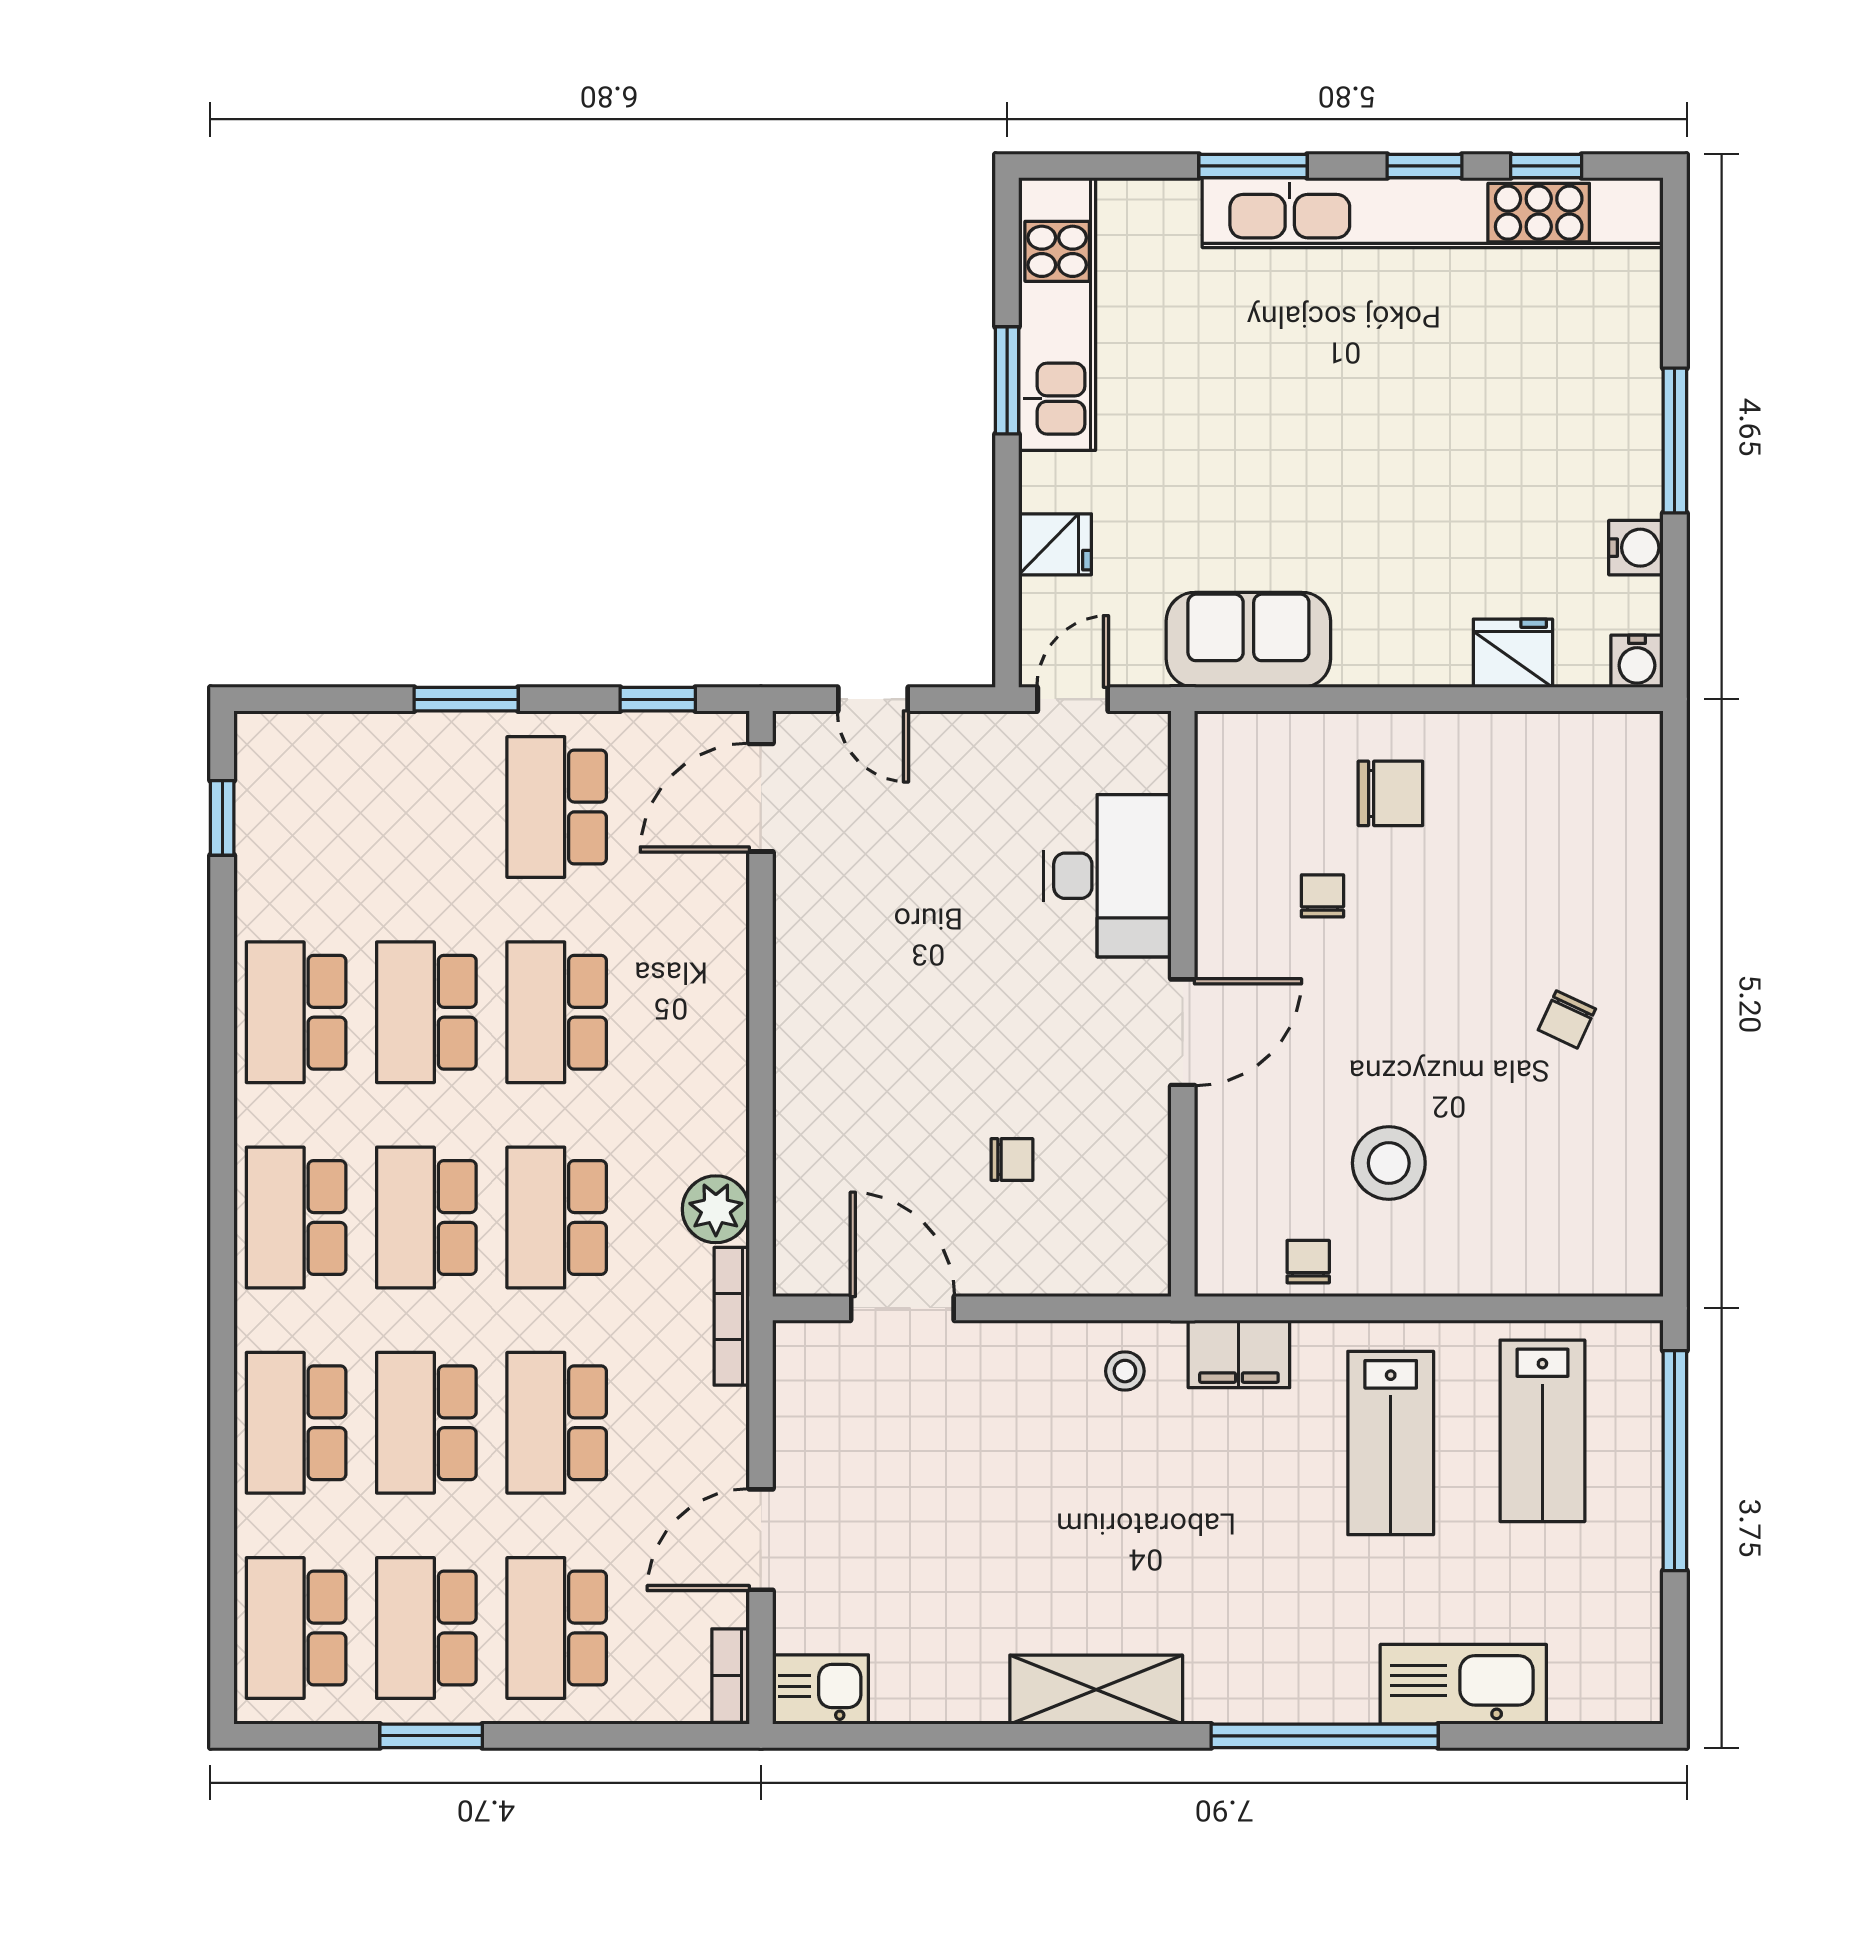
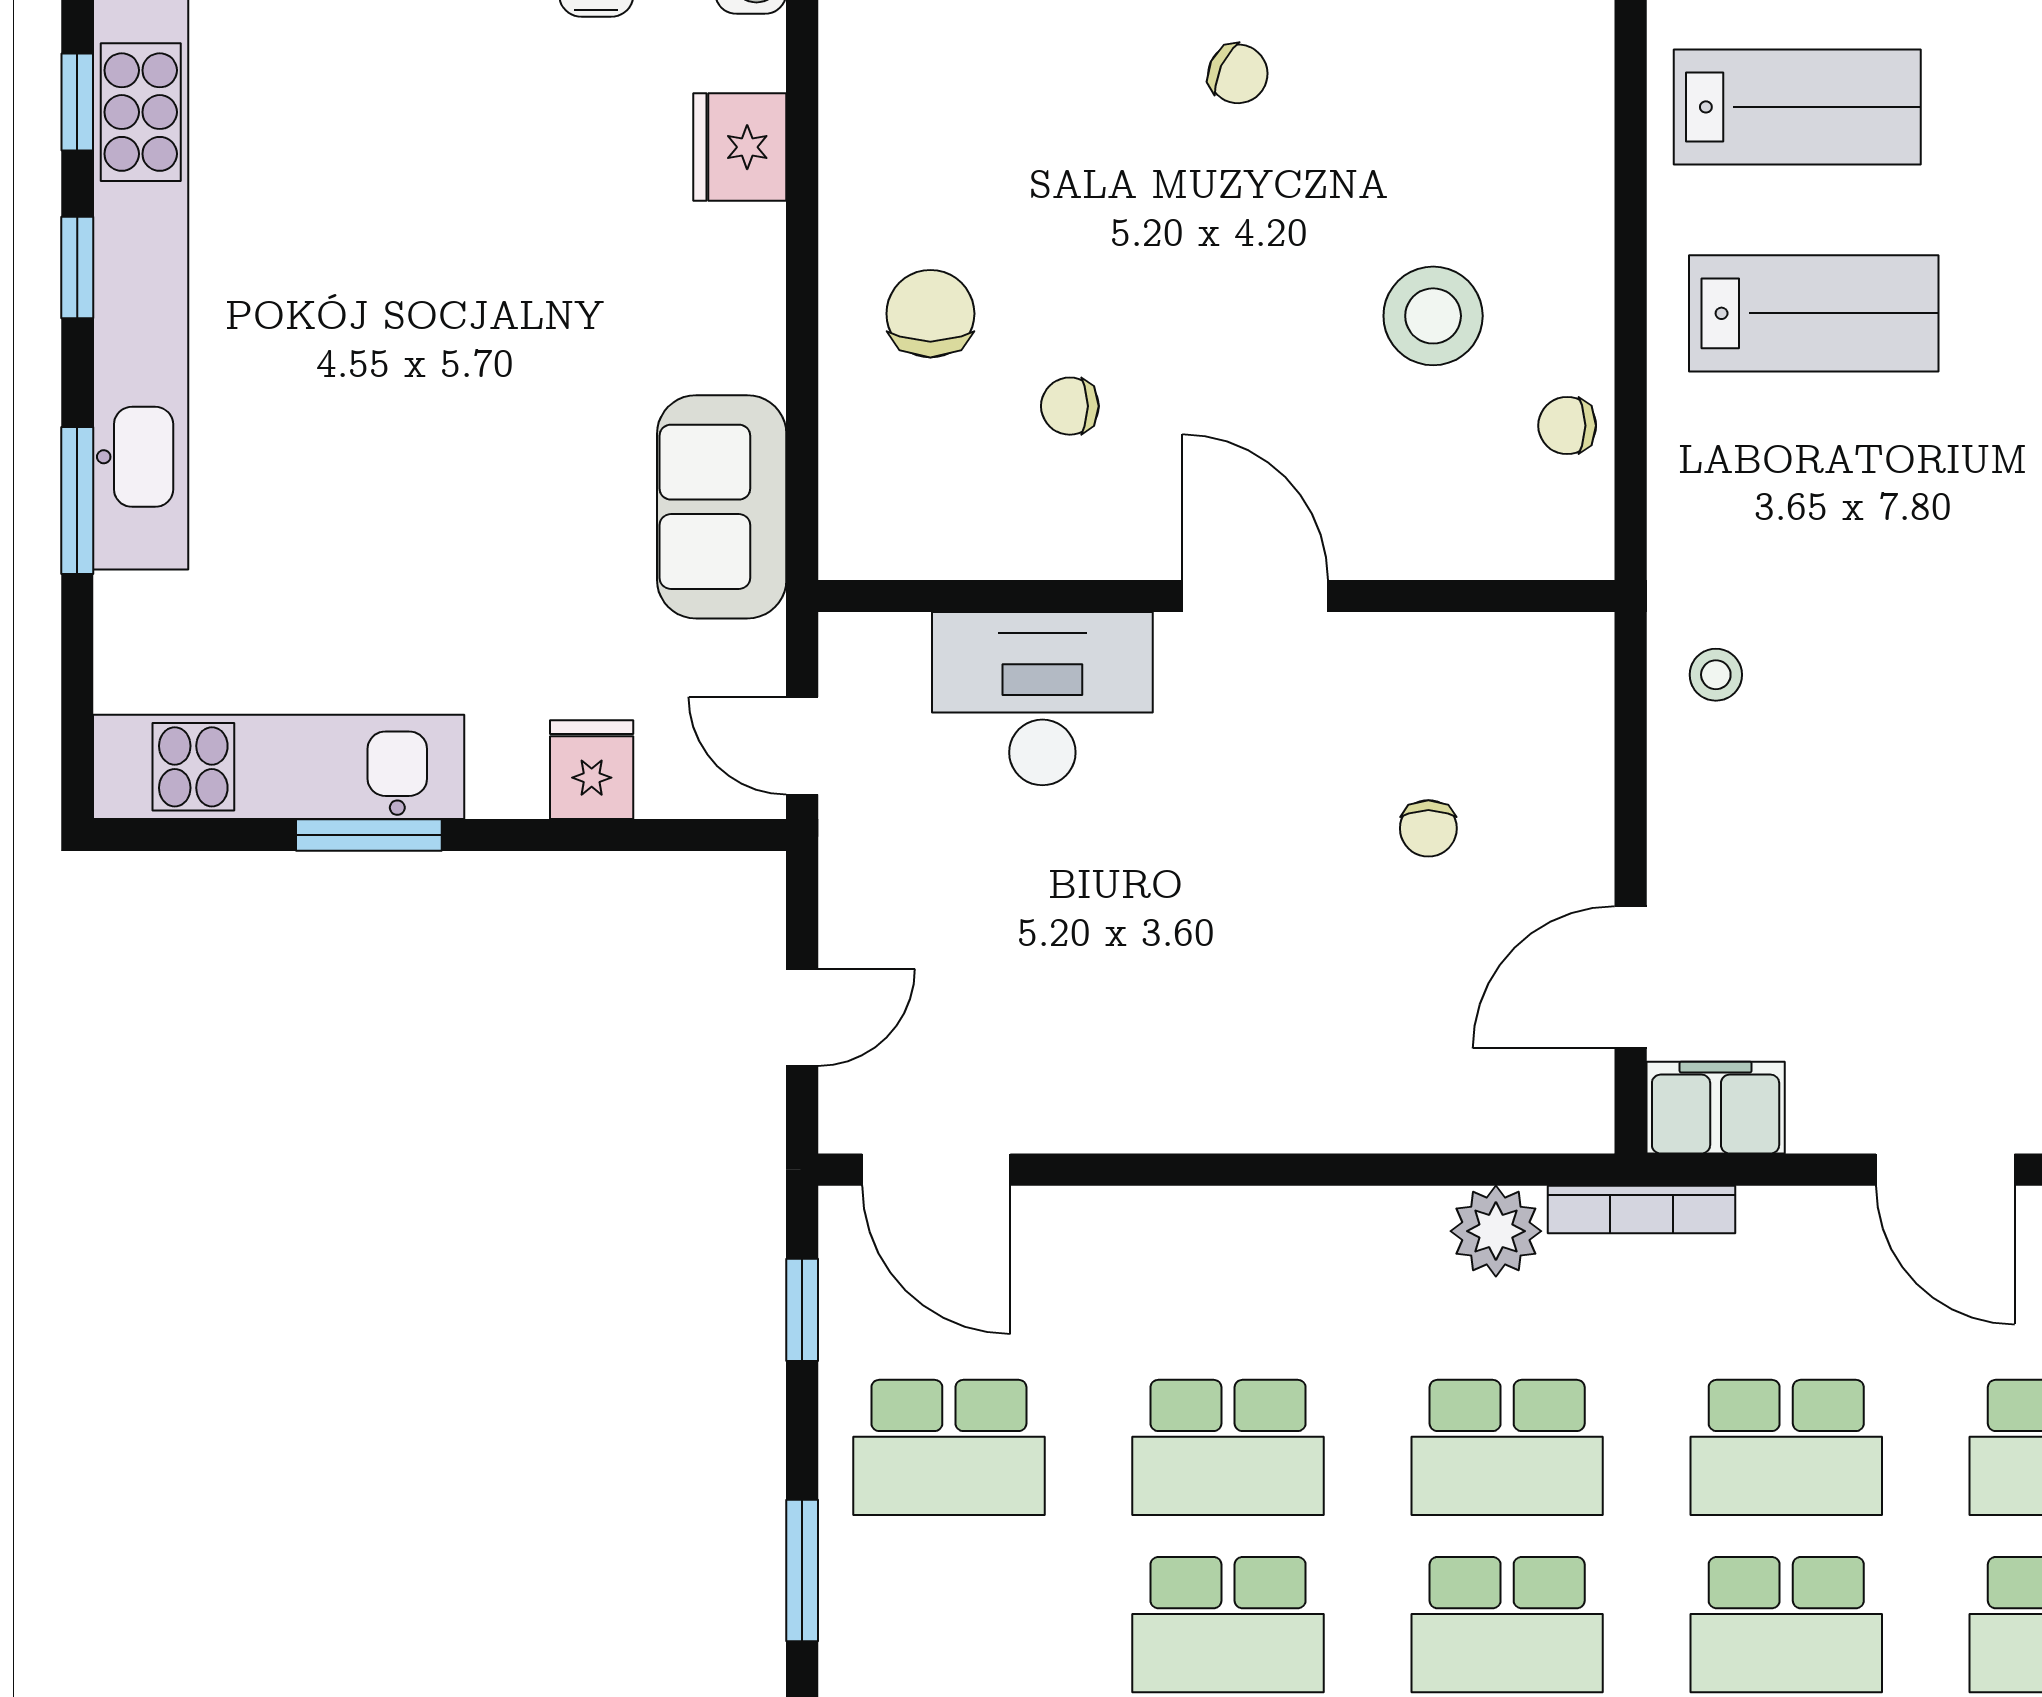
chair: (1012, 1160) -> (1428, 828), turned 180
filing cabinet: (1239, 1354) -> (1716, 1108), moved, turned -90

